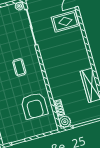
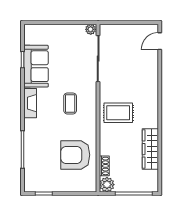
rug: (65, 21) -> (118, 113), moved
armchair: (34, 106) -> (75, 155), turned 90

